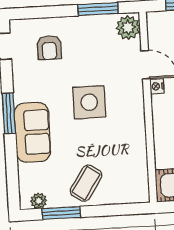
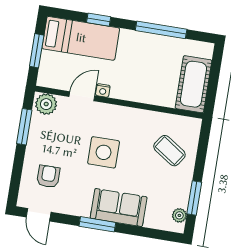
armchair: (49, 48) -> (48, 176), turned -90
coffee table: (86, 183) -> (169, 151), moved

